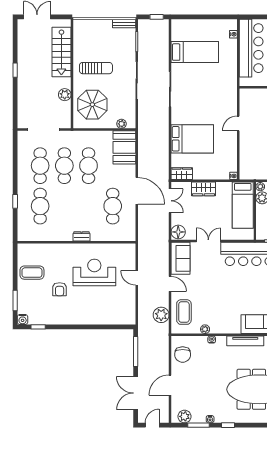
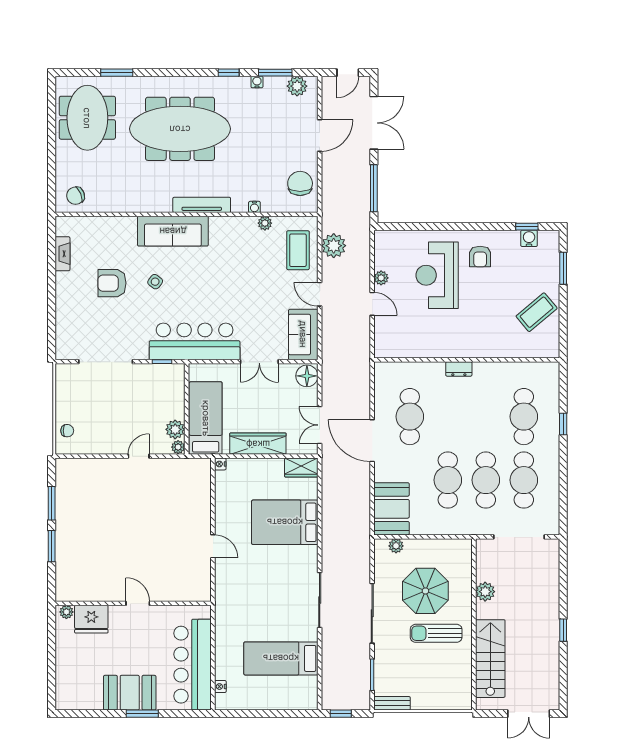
parasol: (92, 105) -> (425, 591), moved
door: (238, 123) -> (213, 546), hinge flipped
wardrobe: (203, 189) -> (258, 444), width x1.50
reception desk: (94, 272) -> (437, 275), moved, turned 90
coffee table: (32, 273) -> (537, 312), turned -40
armchair: (60, 289) -> (480, 256), moved, turned 180
plant: (131, 294) -> (381, 278), added
water cooler: (23, 320) -> (529, 238), moved

